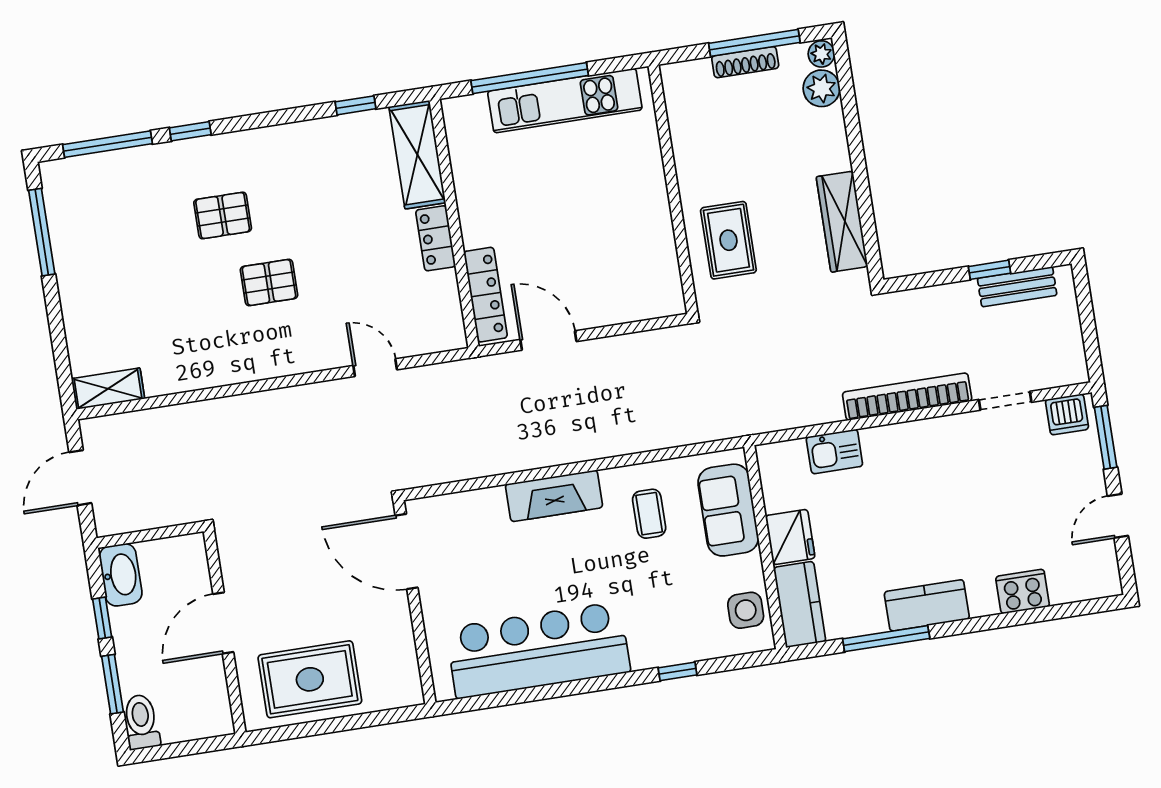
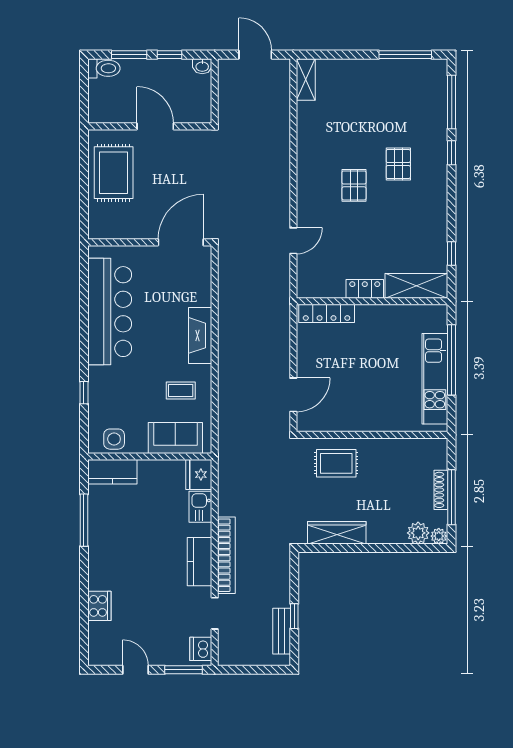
door: (548, 341) -> (293, 395), moved
fridge: (790, 537) -> (199, 475), moved, turned 90
washbasin: (121, 575) -> (202, 66), width x0.52, depth x0.69
kitchen counter: (927, 605) -> (200, 562), moved, turned 180

